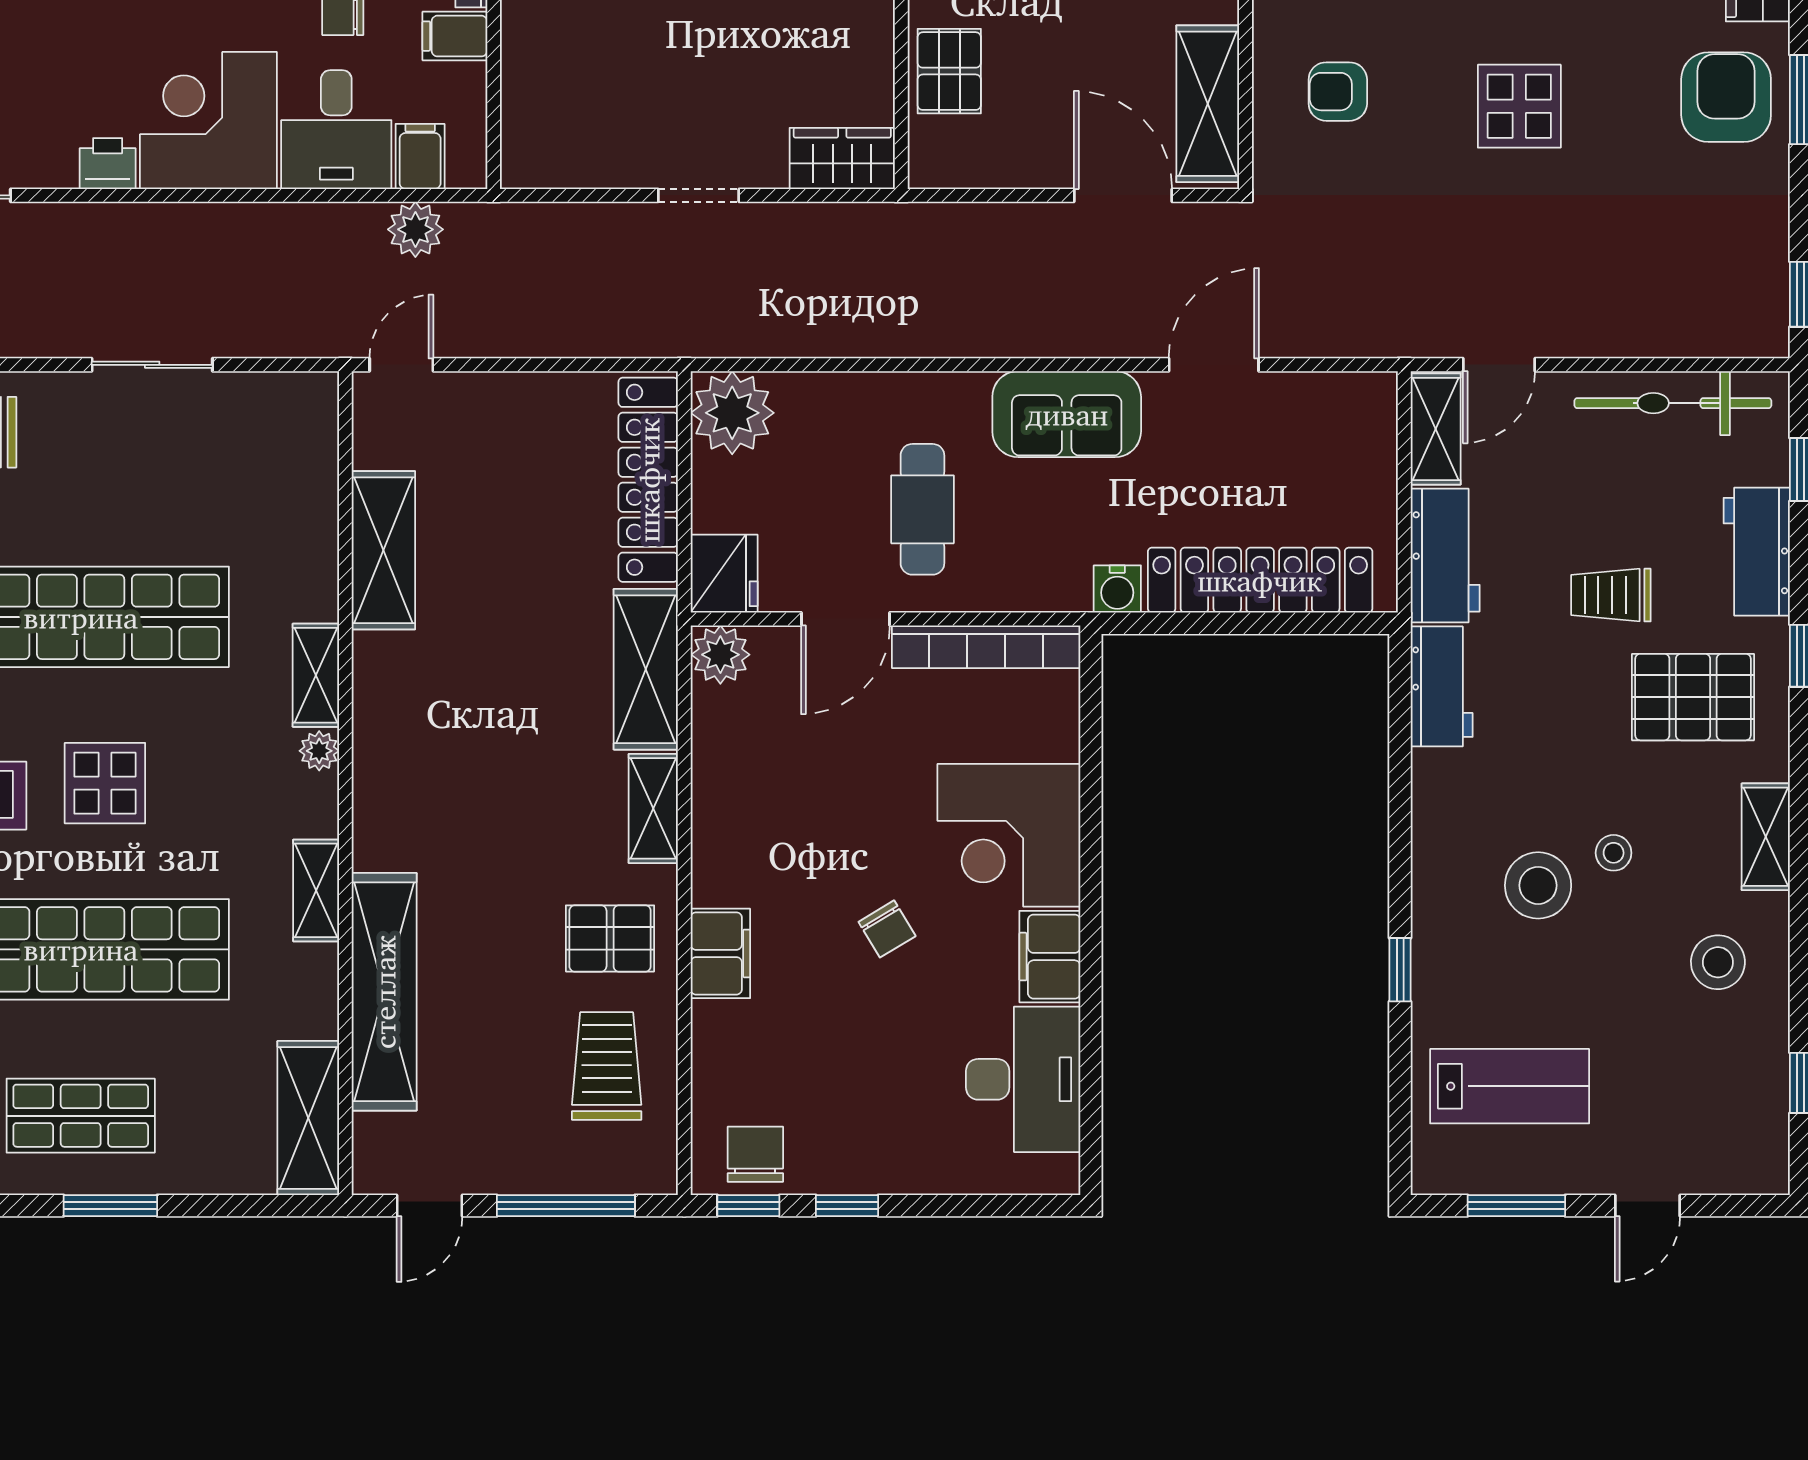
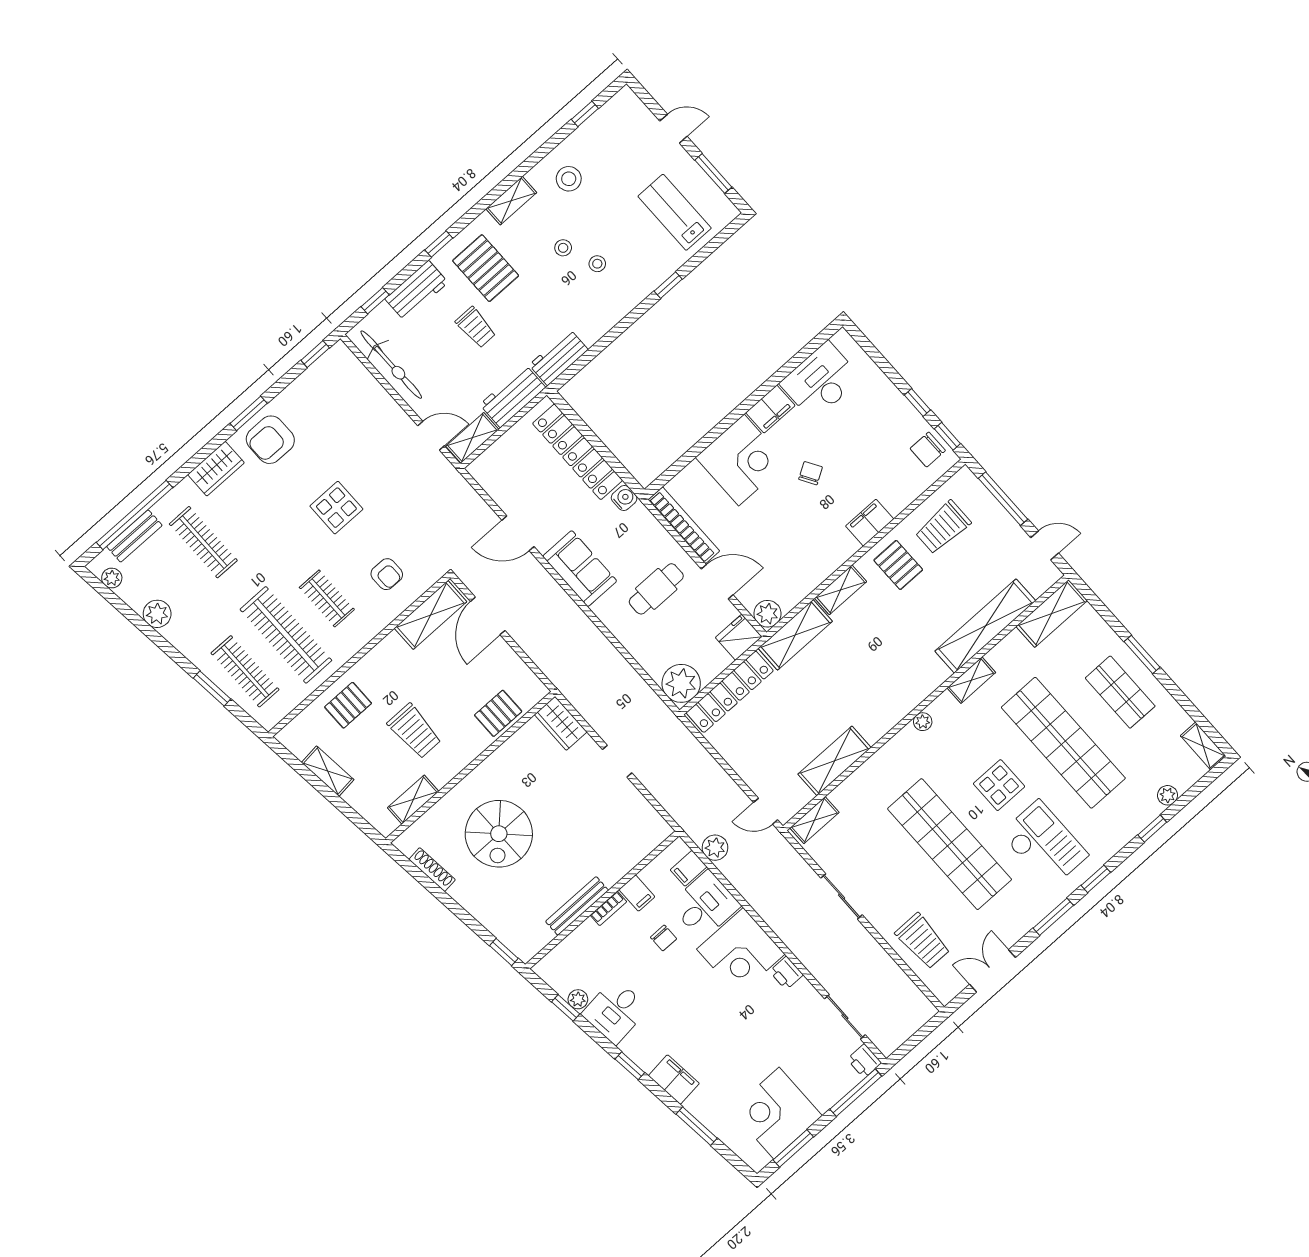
shelving: (316, 675) -> (814, 820), moved
stool: (1538, 885) -> (597, 264), width x0.53, depth x0.53

